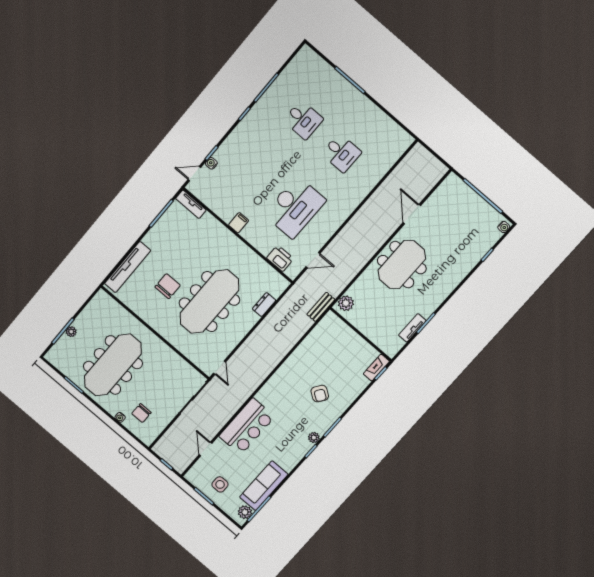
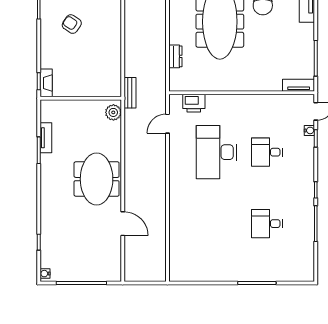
desk: (341, 153) -> (267, 152), moved
filing cabinet: (239, 223) -> (249, 103), removed

